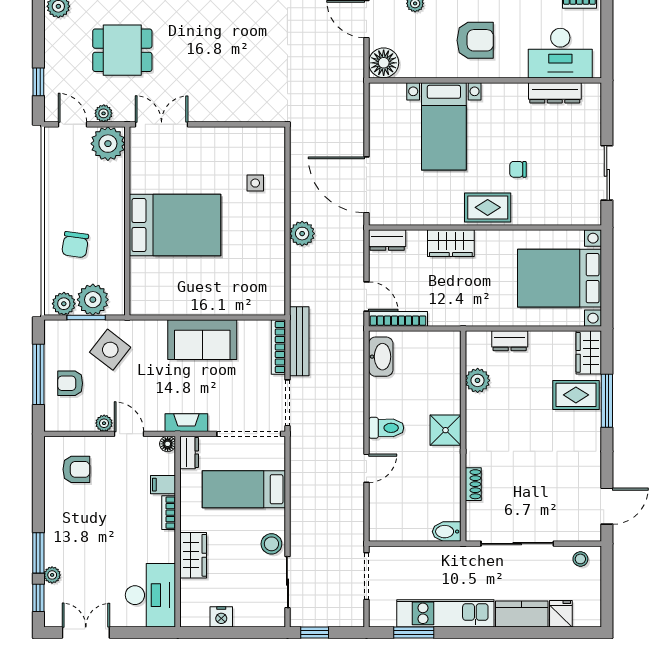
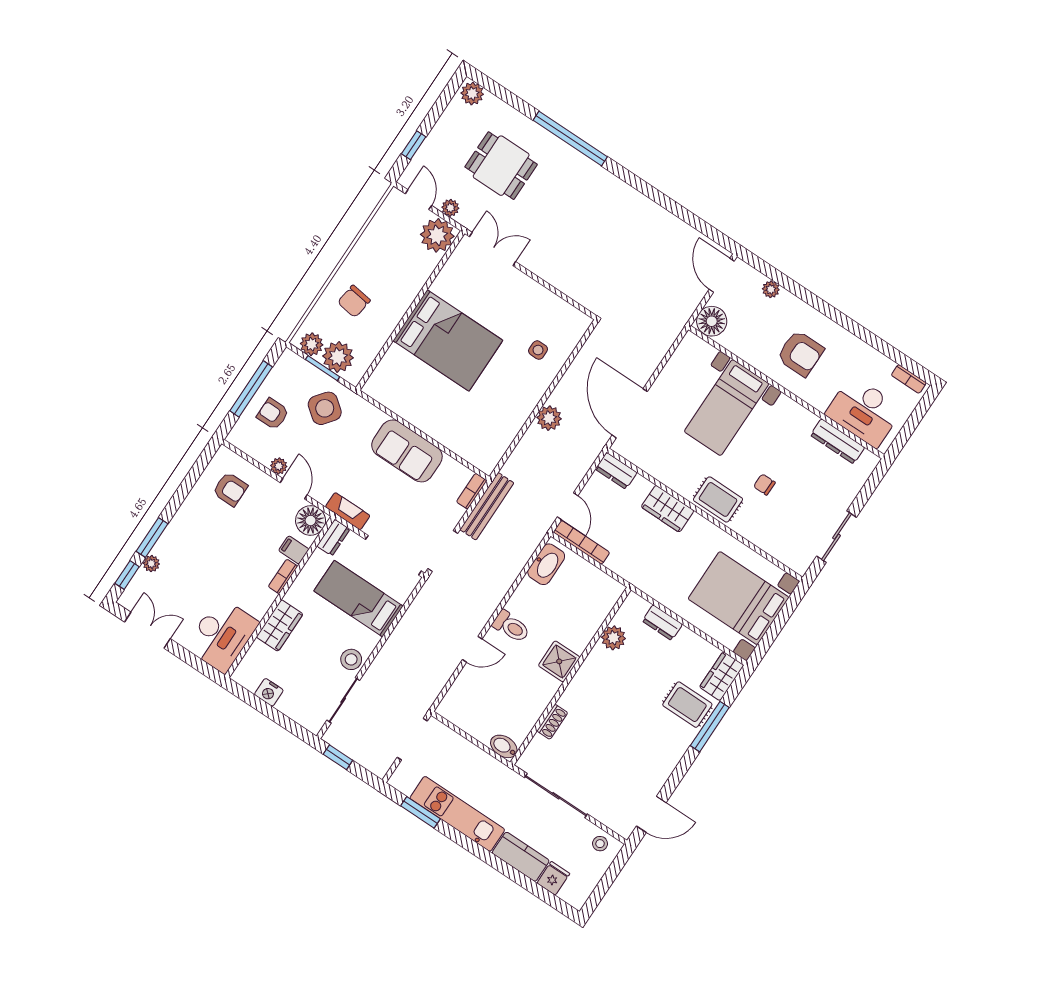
bookcase: (278, 347) -> (472, 491), width x0.64
floor lamp: (168, 444) -> (311, 521), width x1.89, depth x1.89

